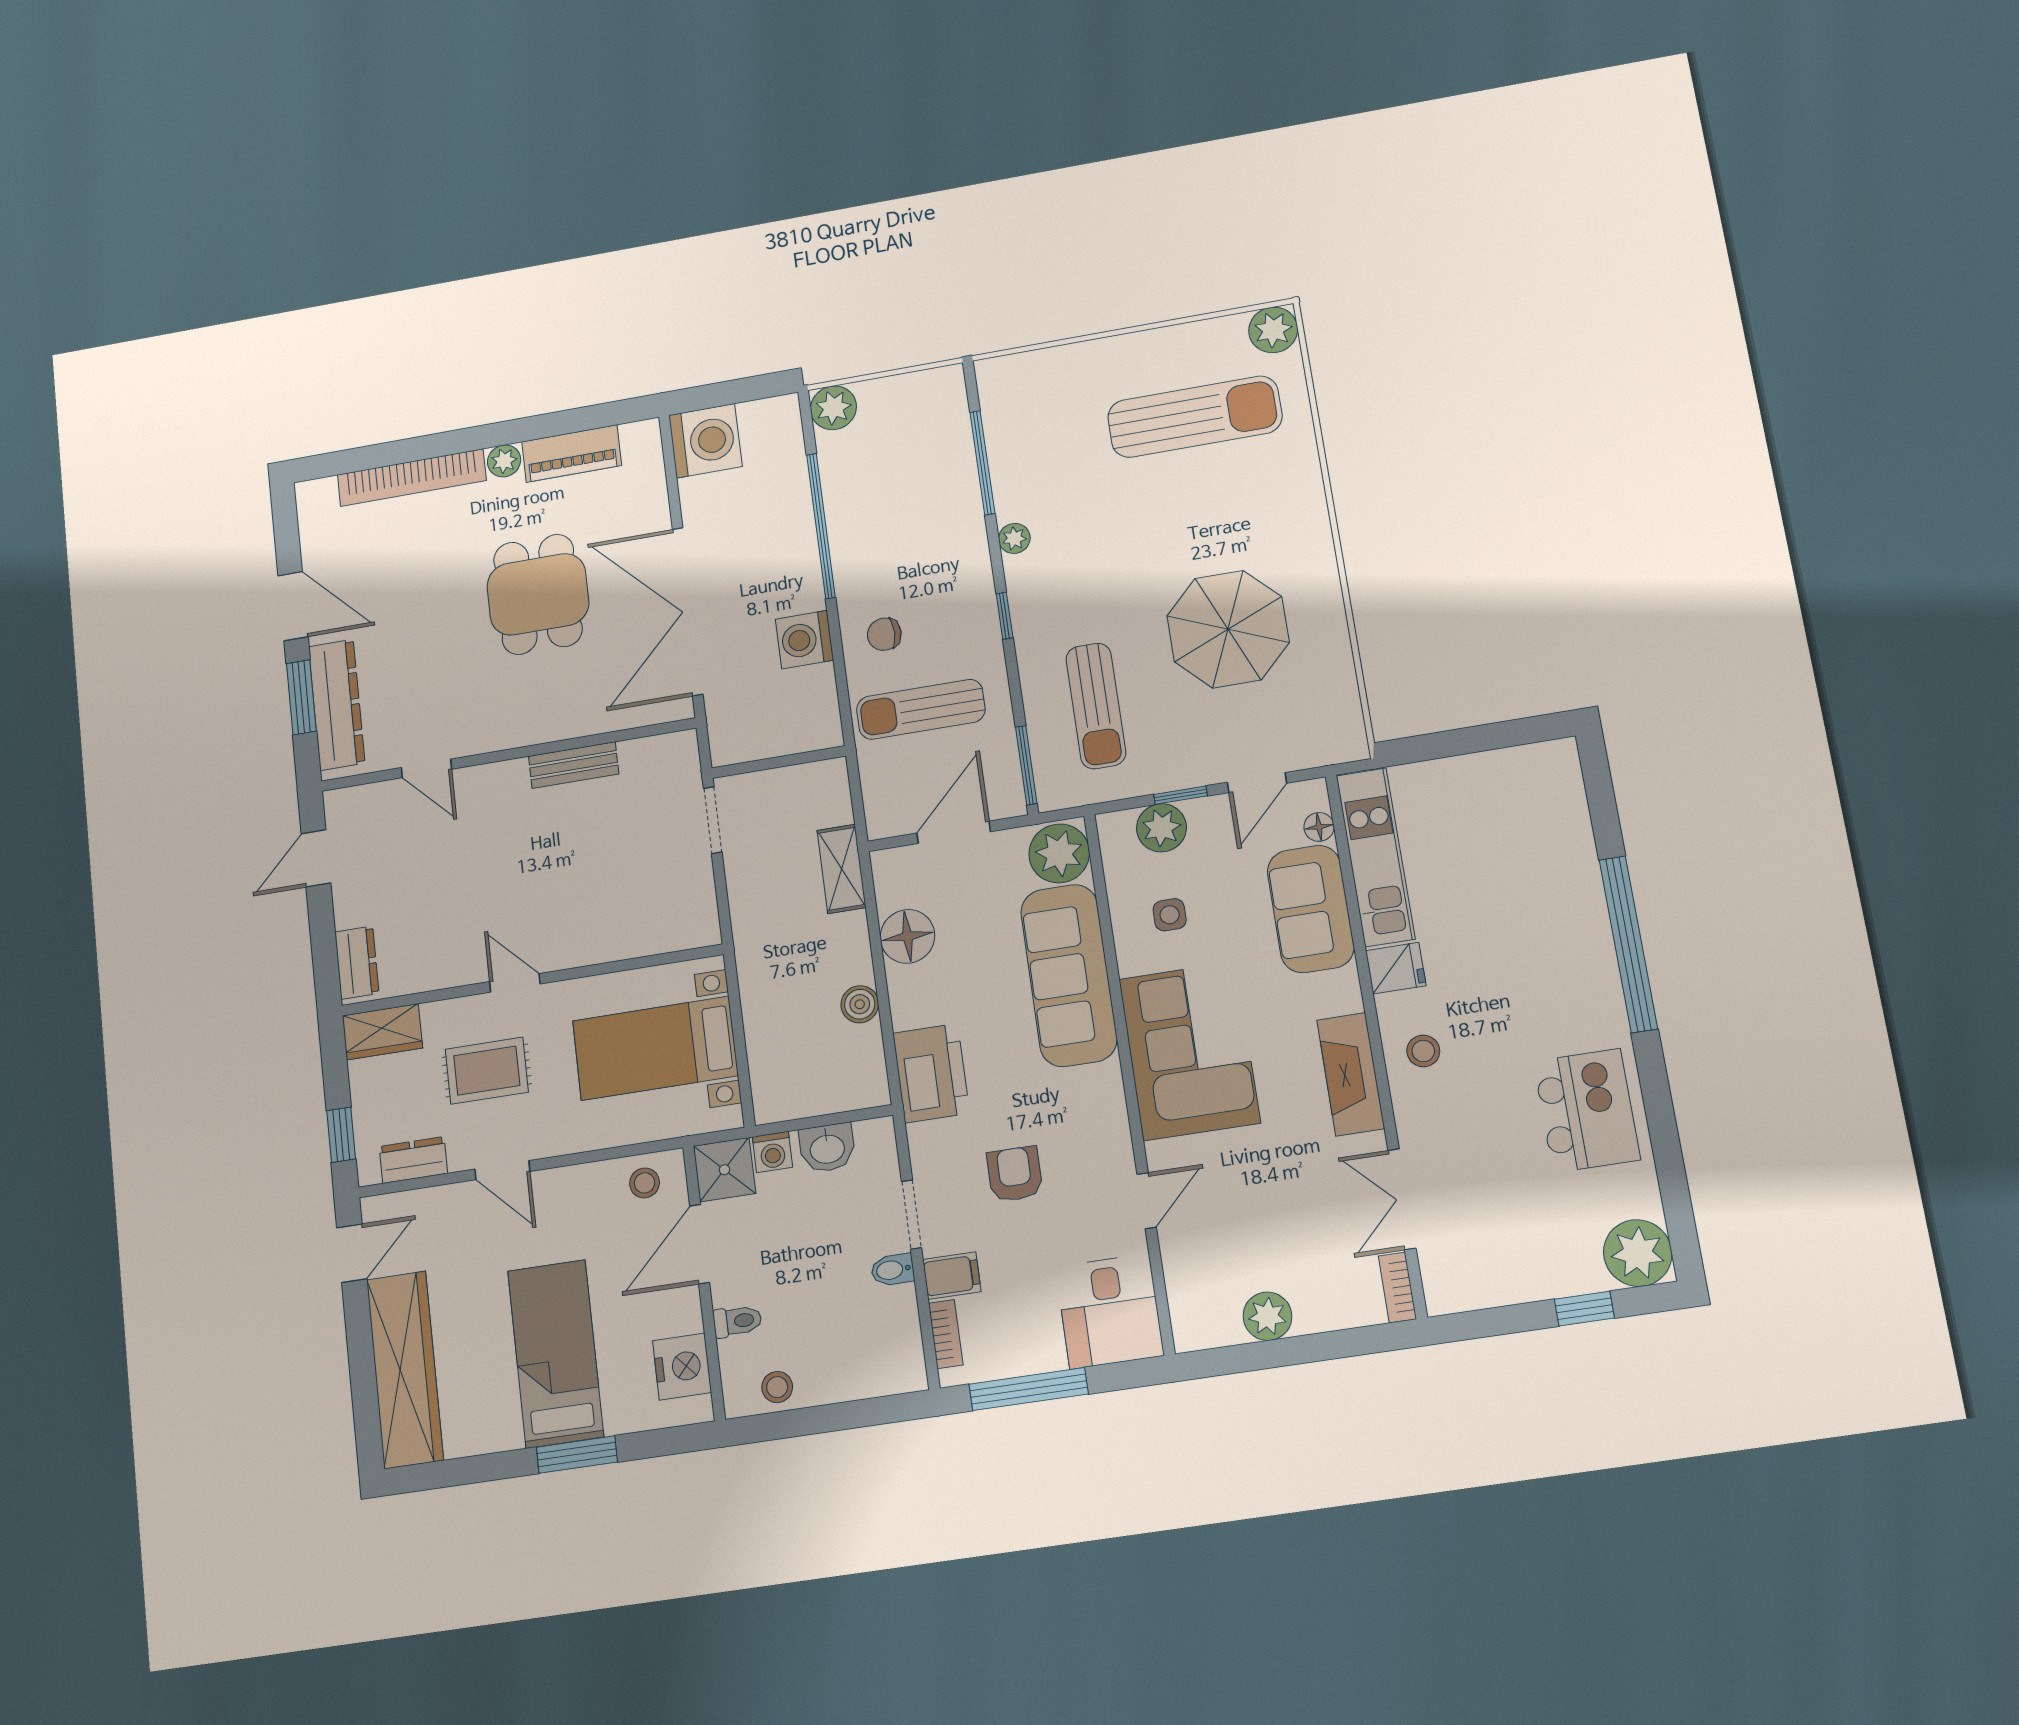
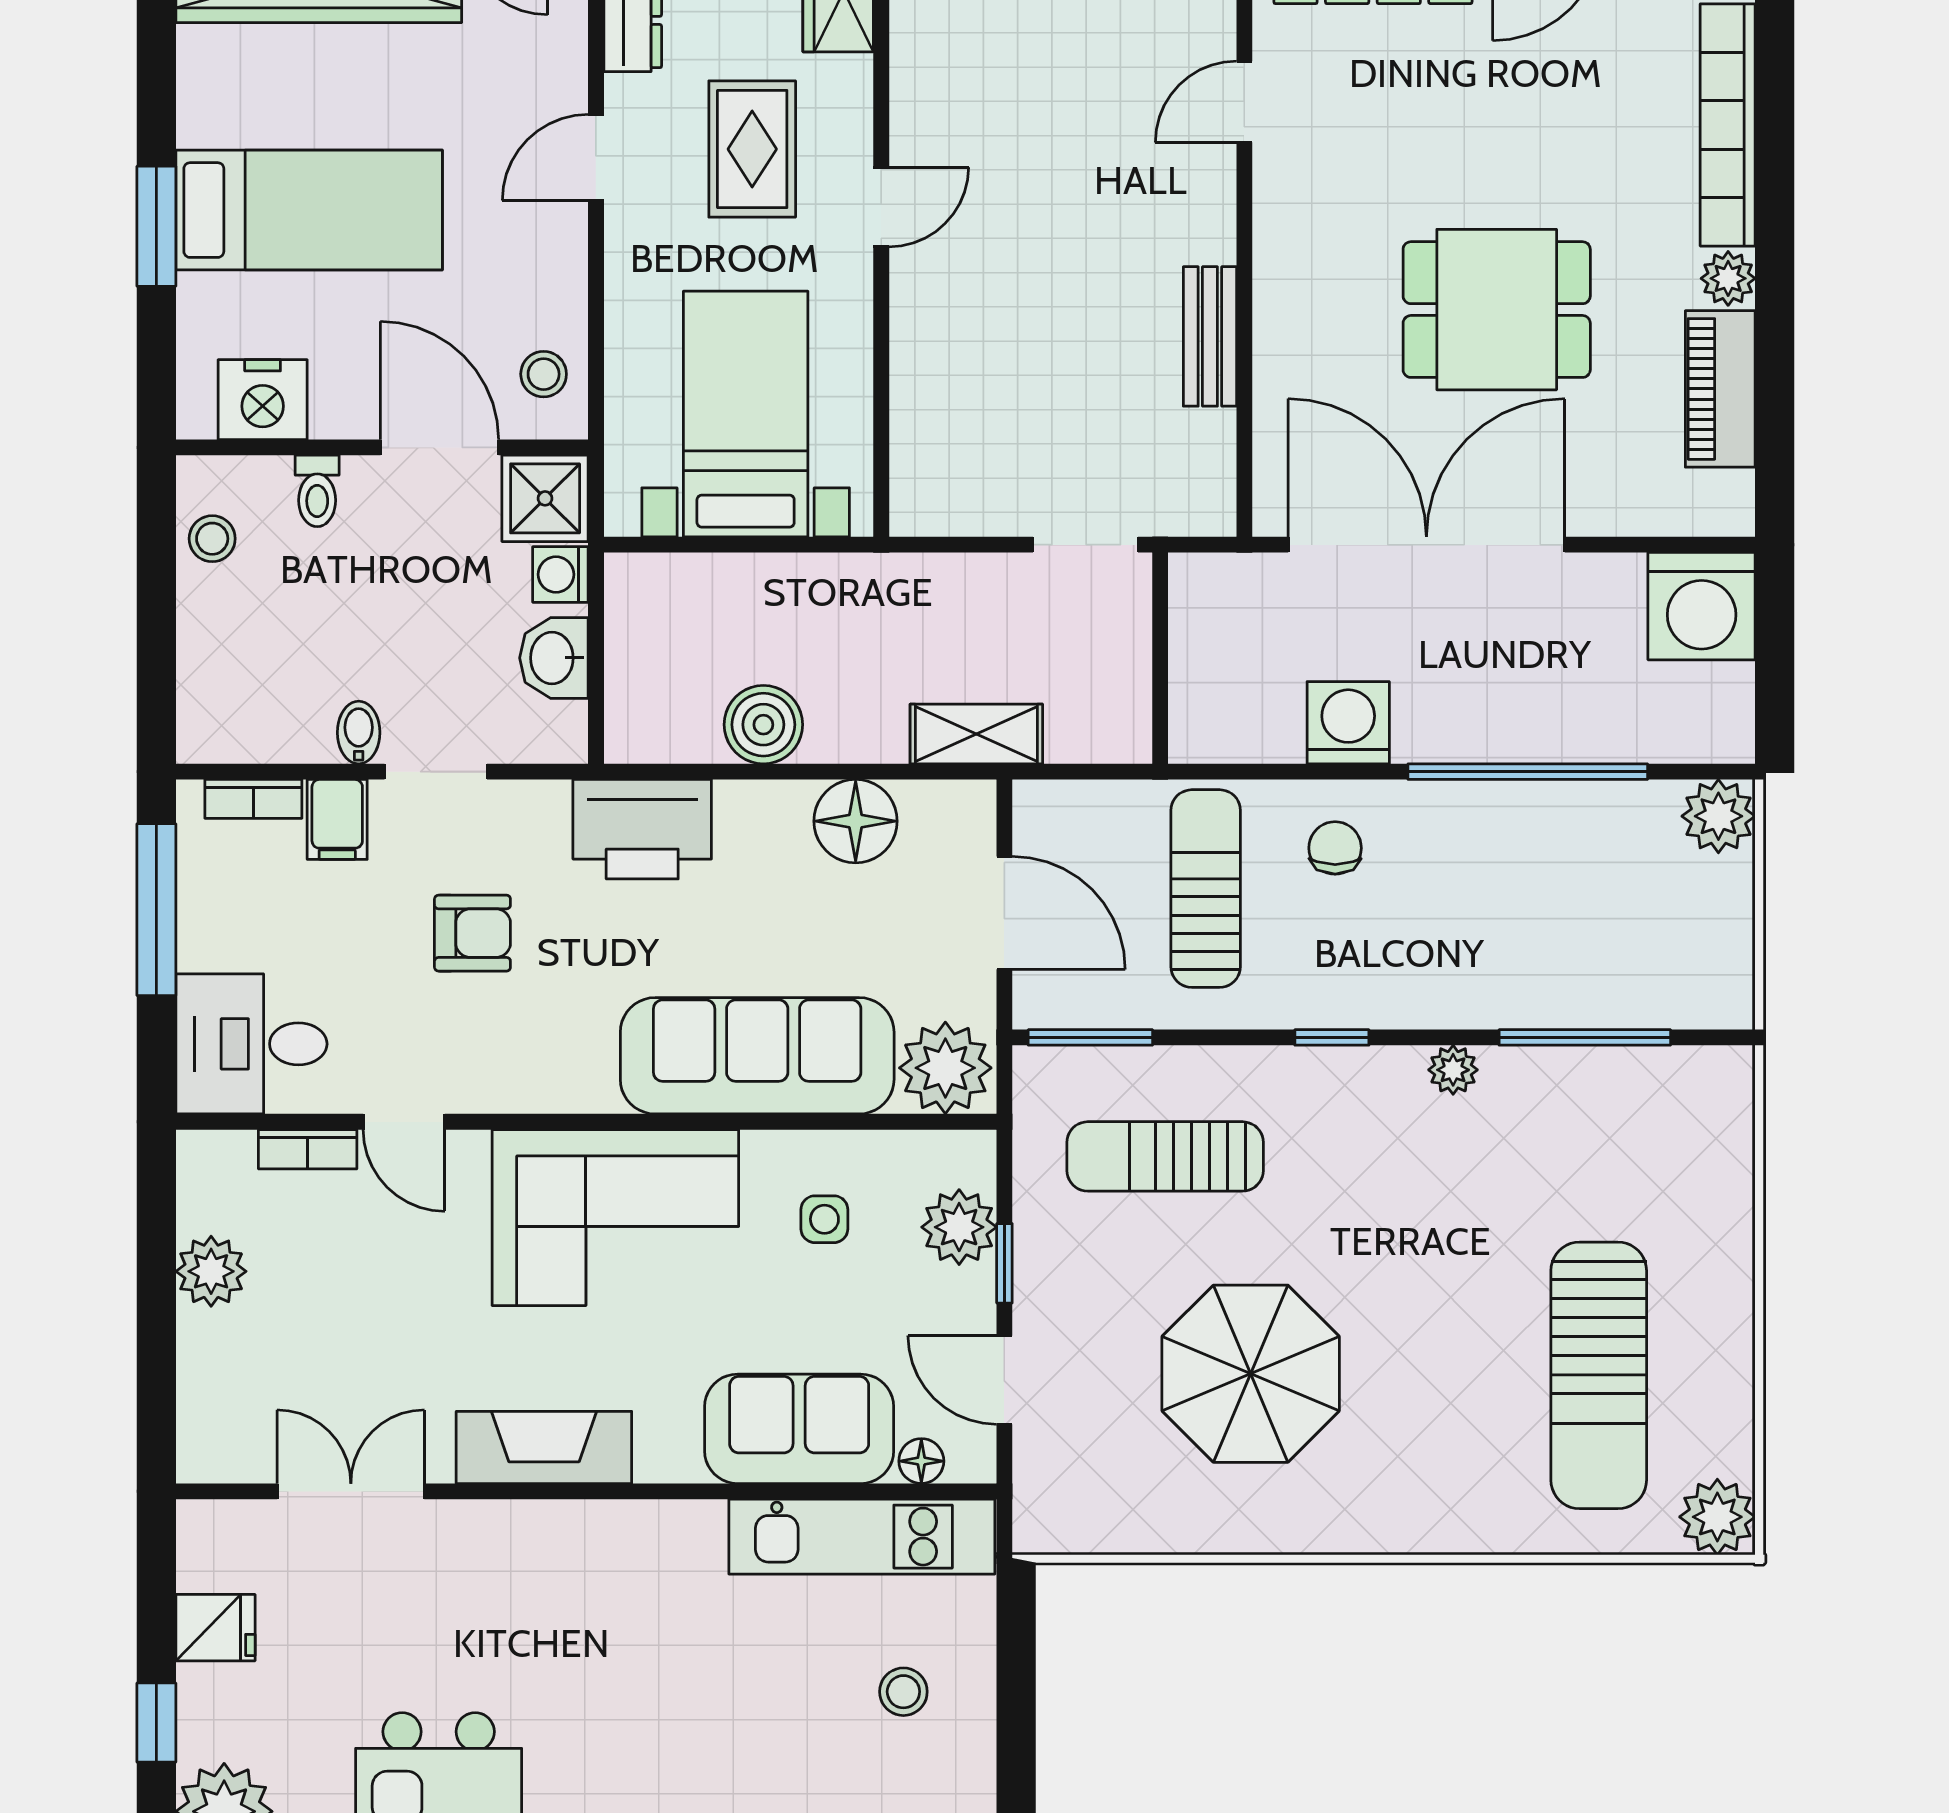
fridge: (1396, 968) -> (215, 1628), moved, turned -90
boiler: (860, 1004) -> (763, 725), width x1.36, depth x1.36
stool: (1423, 1051) -> (903, 1692), moved
bookcase: (1397, 1287) -> (308, 1149), moved, turned 180

